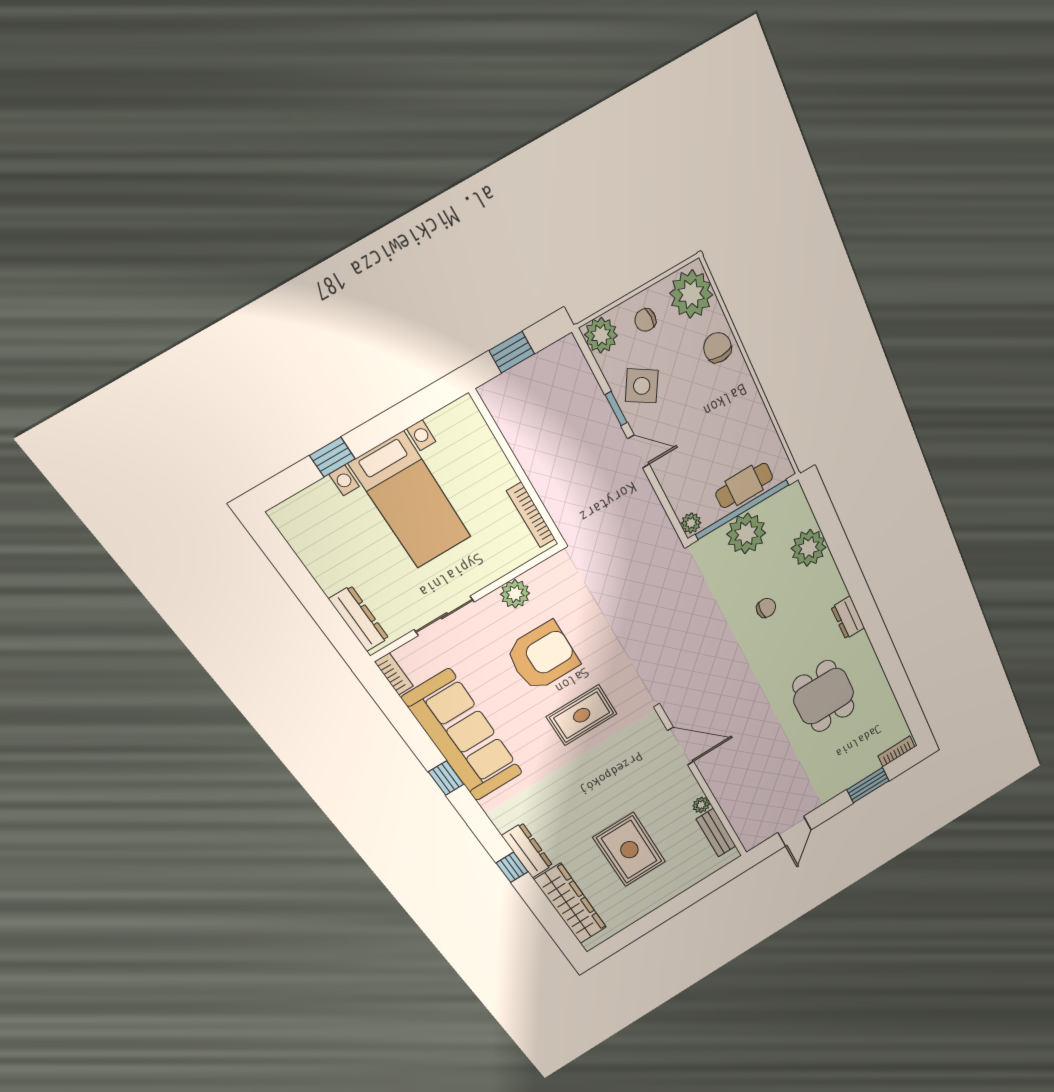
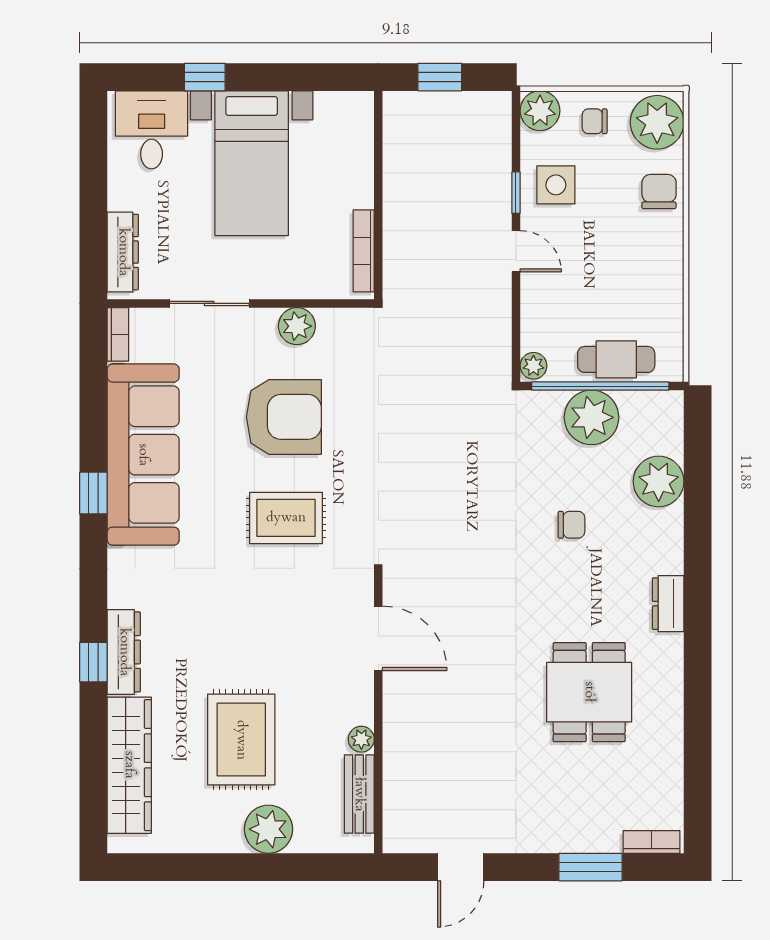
side table: (642, 386) -> (556, 185), turned -32
desk: (319, 521) -> (152, 130), added
plant: (673, 883) -> (268, 829), added

